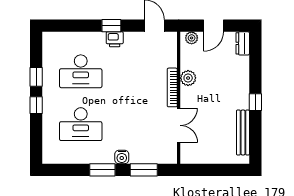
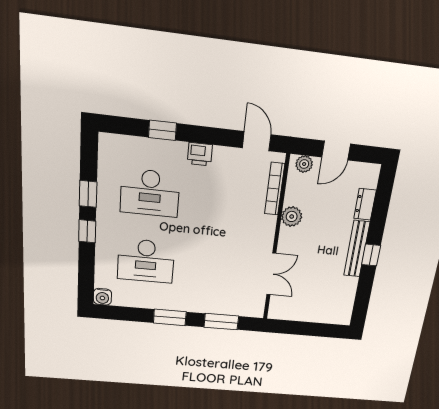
window: (111, 26) -> (163, 130), moved
dresser: (243, 43) -> (365, 204), moved
bookcase: (172, 87) -> (275, 189), moved
bench: (243, 132) -> (357, 249), moved
water cooler: (122, 157) -> (102, 297), moved

